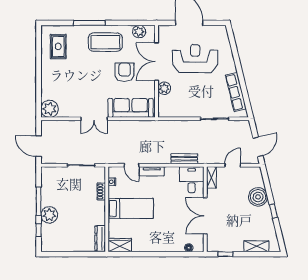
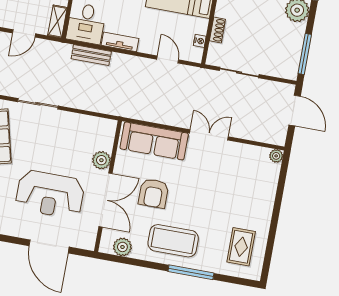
plant: (50, 109) -> (276, 156), width x0.53, depth x0.53
tv unit: (152, 171) -> (120, 42), moved
window: (39, 201) -> (305, 54), moved

